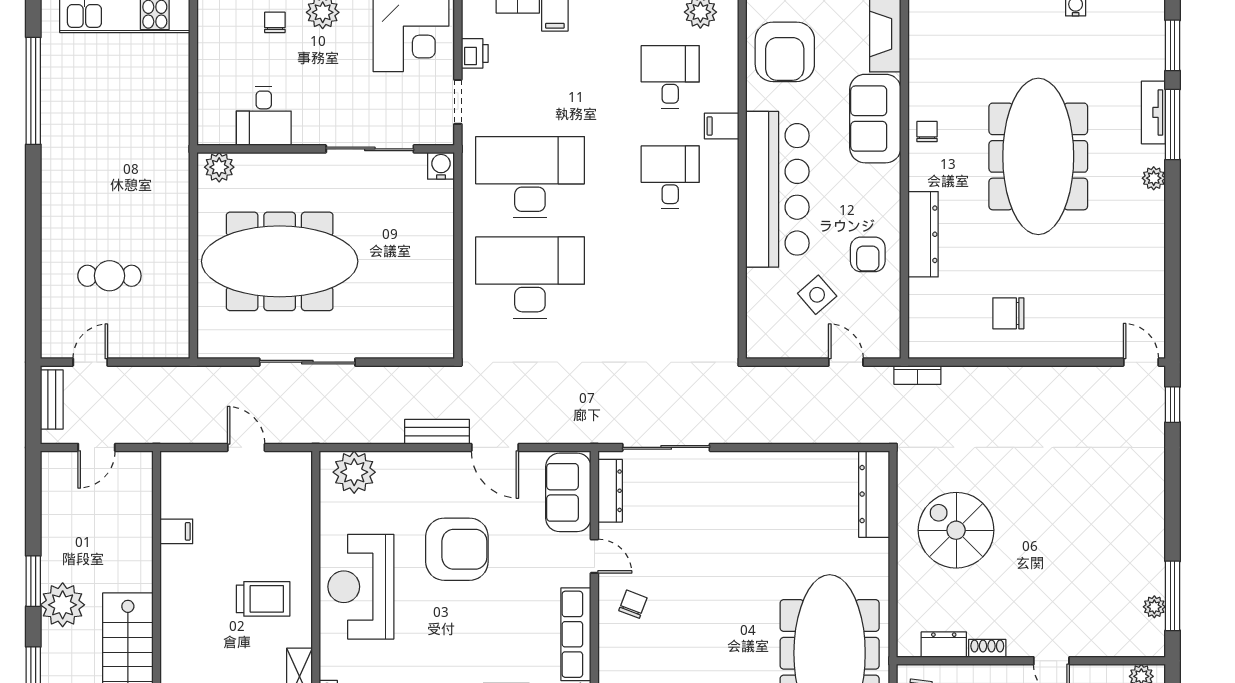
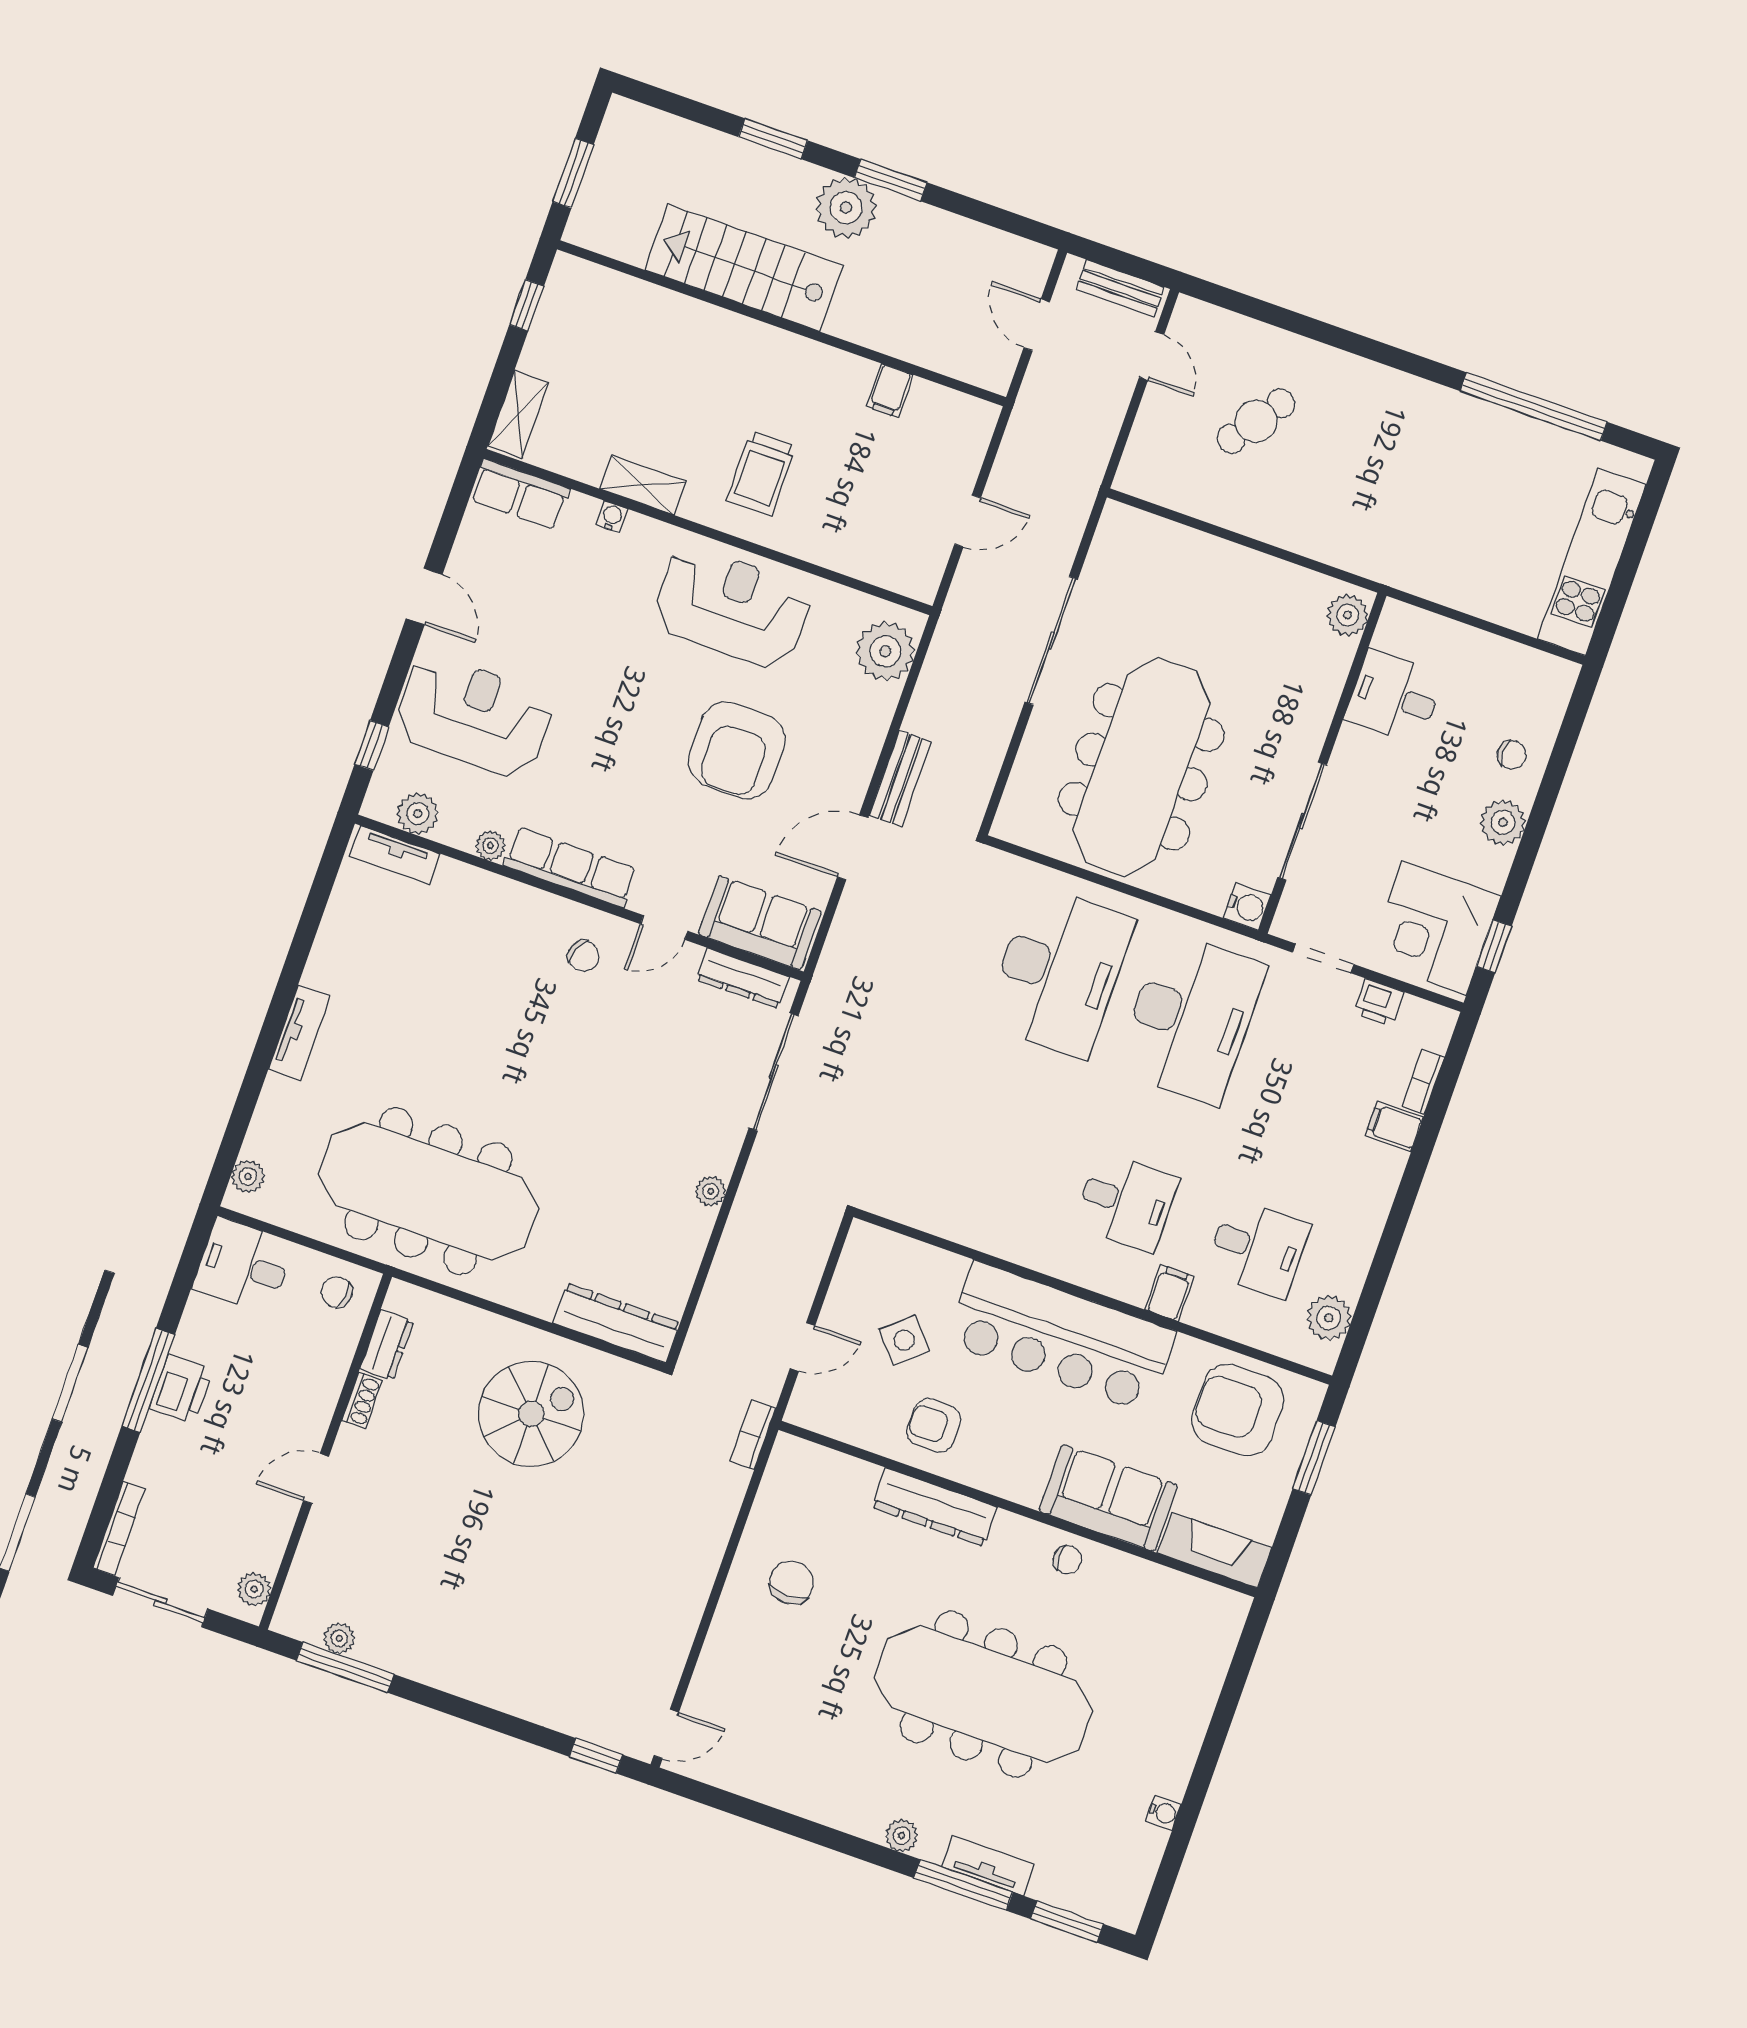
meeting table: (280, 261) -> (1141, 767), moved
cafe table: (109, 276) -> (1256, 421), turned 35
plant: (762, 462) -> (711, 1191), added

